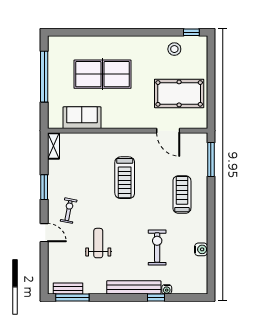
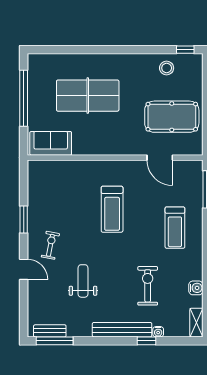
sofa: (82, 118) -> (51, 143), moved
shelving: (53, 146) -> (196, 323), moved
treadmill: (182, 194) -> (175, 228), turned 180

